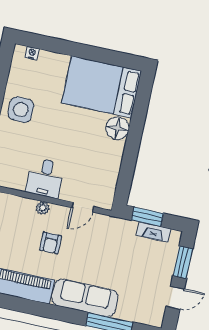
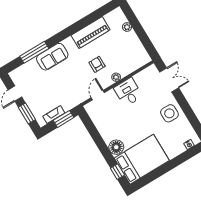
window: (142, 99) -> (117, 172), added
sofa: (85, 298) -> (52, 57), width x0.73

